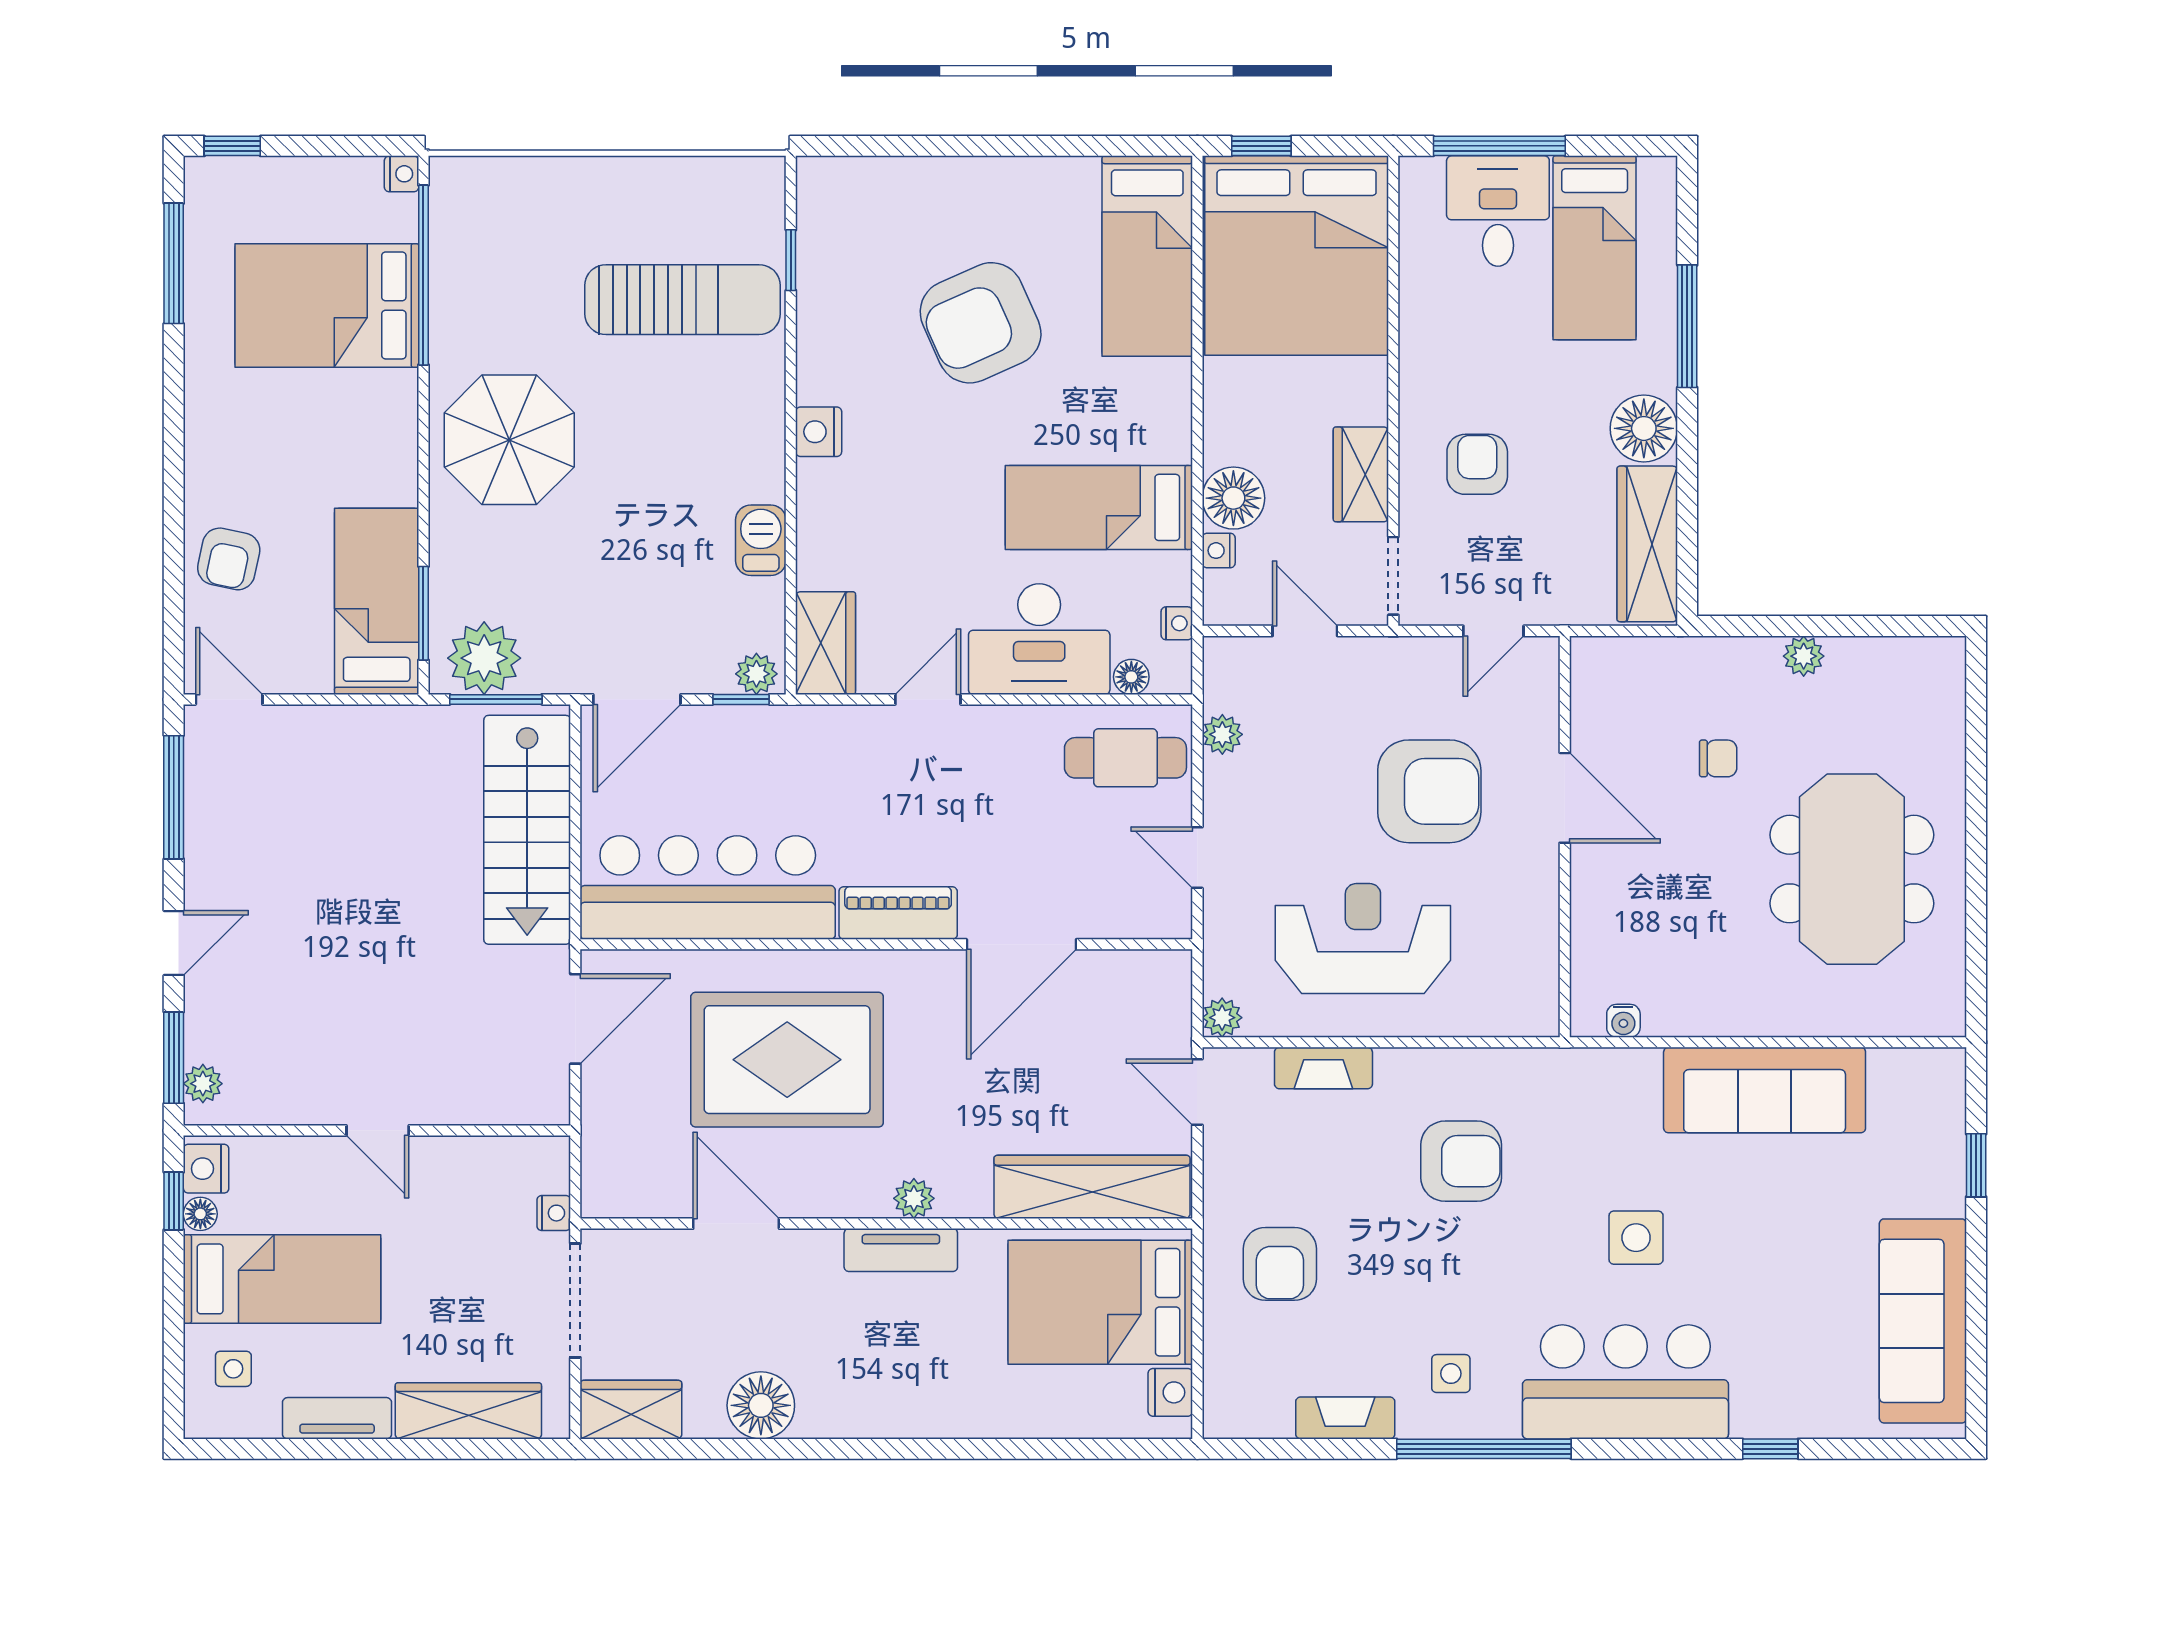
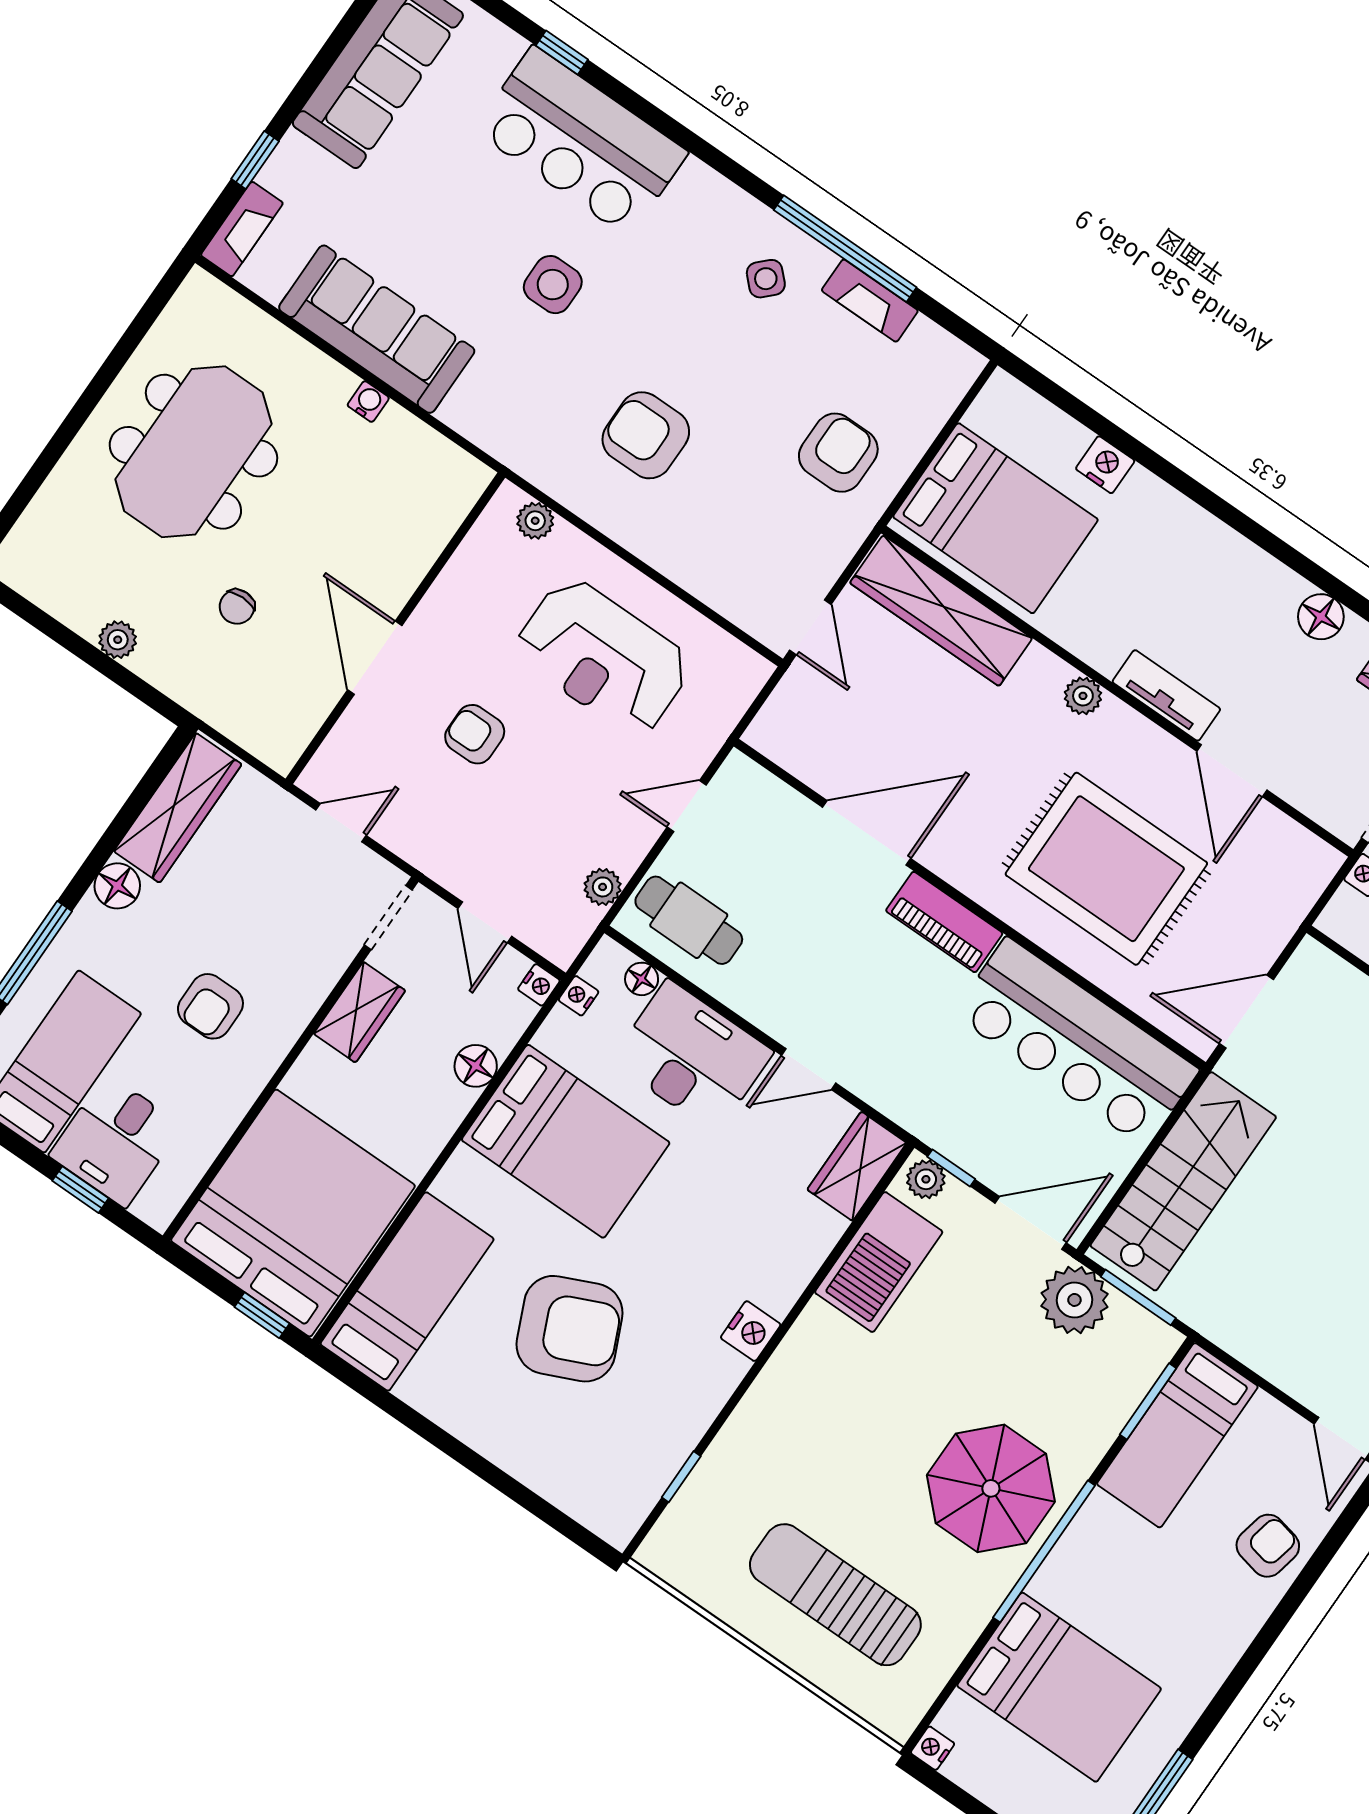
window: (1499, 146) -> (80, 1190), width x0.46
window: (423, 275) -> (1044, 1551), moved
sun lounger: (683, 300) -> (835, 1595), moved
floor lamp: (1644, 428) -> (117, 886), width x0.73, depth x0.73
armchair: (1477, 464) -> (210, 1006), moved
floor lamp: (1233, 498) -> (476, 1066), width x0.73, depth x0.73
bed: (1099, 507) -> (566, 1141), width x1.50
barbecue: (761, 540) -> (879, 1262), width x1.88, depth x1.53
nightstand: (1219, 551) -> (539, 985), moved
plant: (484, 658) -> (1074, 1300), moved
chair: (1718, 758) -> (237, 607), turned -90
armchair: (1429, 791) -> (475, 734), width x0.53, depth x0.53
door: (1197, 858) -> (687, 806), swing flipped
plant: (1222, 1018) -> (535, 521), moved
water cooler: (1623, 1021) -> (368, 402), moved
fireplace: (1323, 1068) -> (242, 229), moved, turned 90
tv unit: (901, 1250) -> (1166, 695), moved
side table: (1451, 1374) -> (766, 279), turned 45
bar counter: (1625, 1382) -> (581, 141), moved
nightstand: (1170, 1392) -> (1105, 465), moved, turned 90
floor lamp: (761, 1405) -> (1321, 617), width x0.73, depth x0.73
window: (1484, 1449) -> (845, 249), moved

